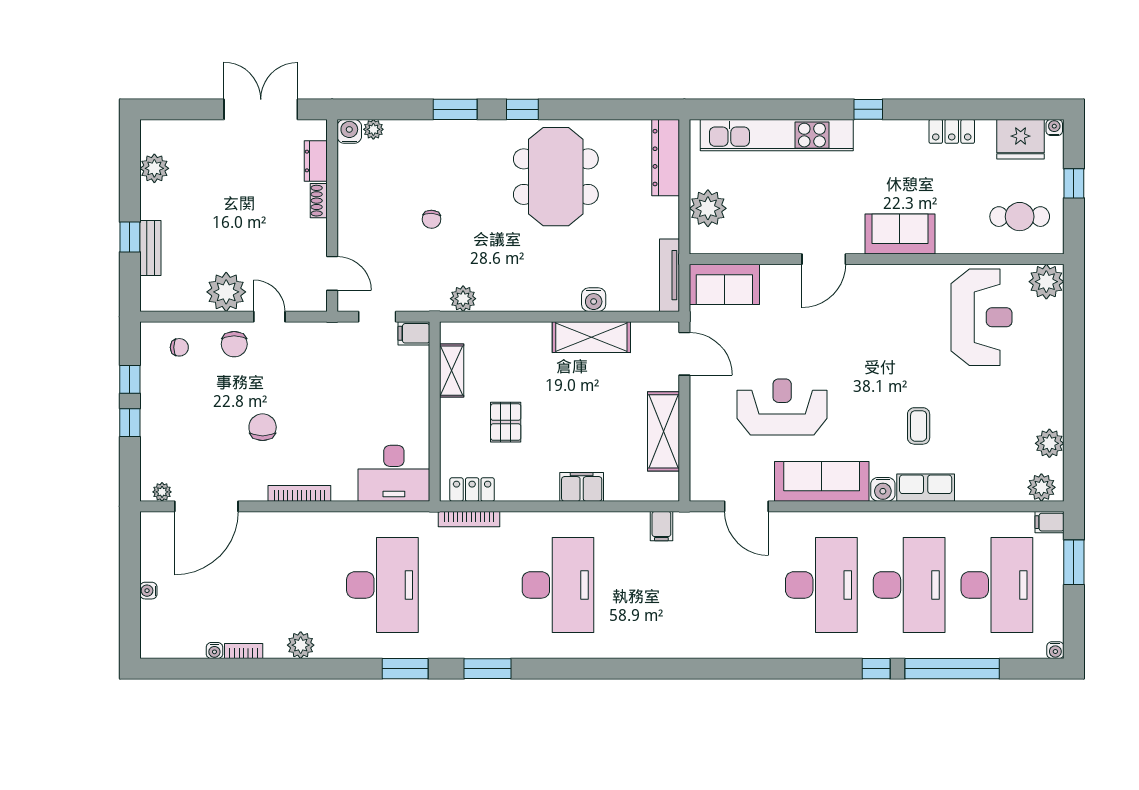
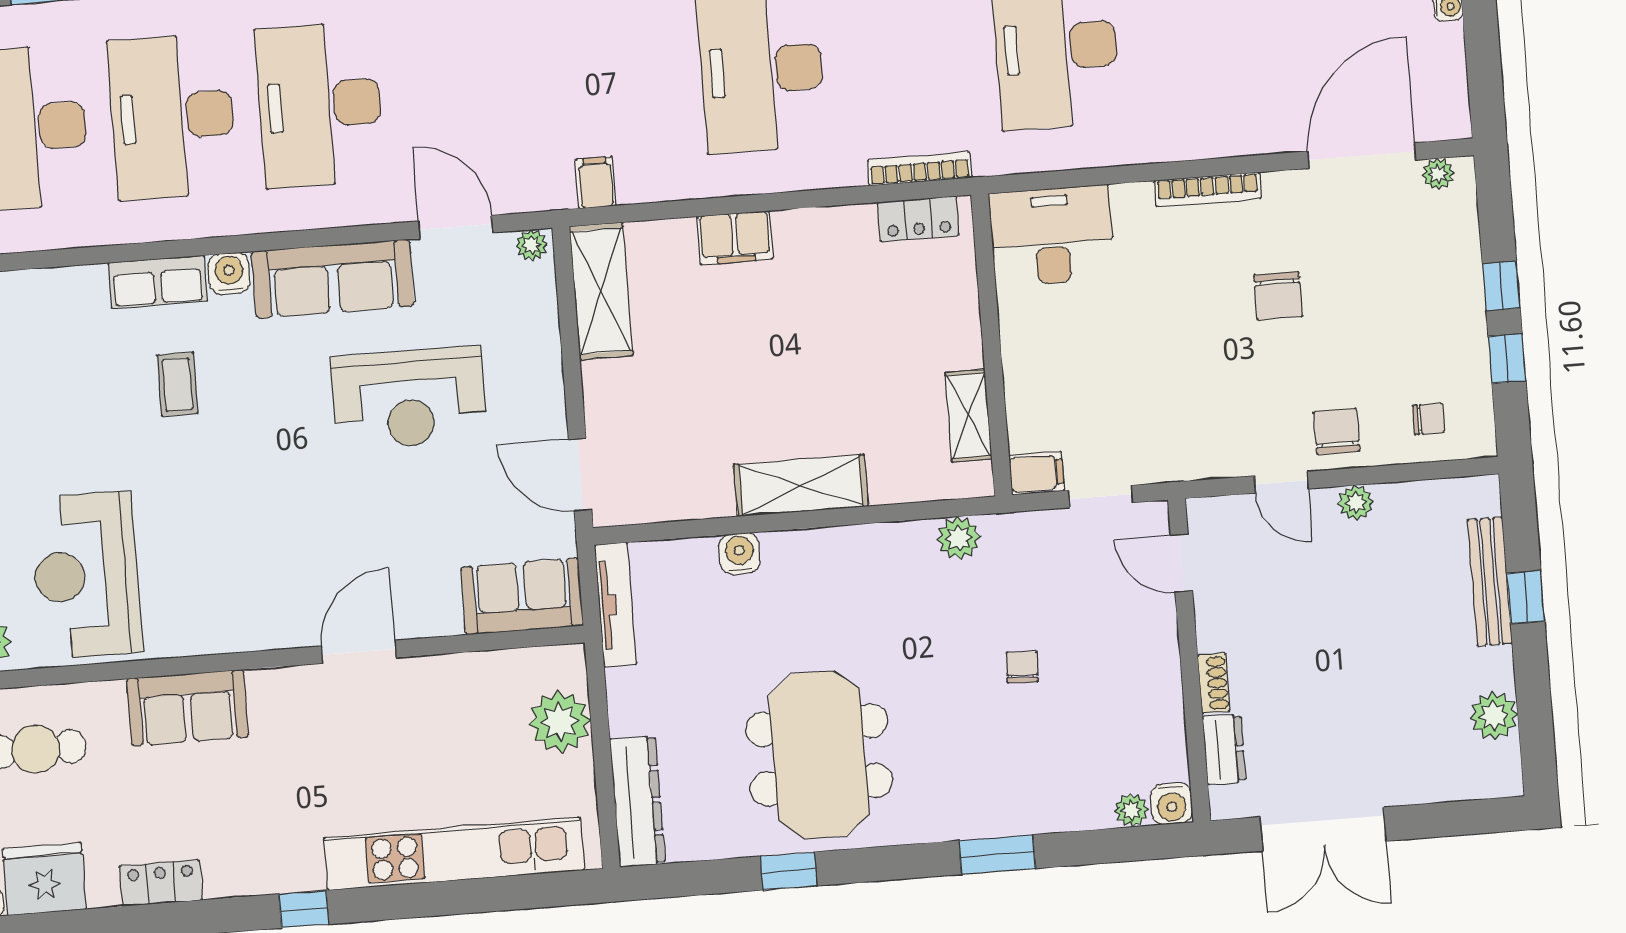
window: (522, 109) -> (789, 871), moved
sofa: (900, 234) -> (188, 708), moved
bench: (150, 248) -> (1490, 582), width x1.36
plant: (226, 292) -> (1356, 503), width x0.53, depth x0.53
shelving: (591, 337) -> (801, 485), moved
chair: (179, 347) -> (1428, 419), turned 180
pallet: (506, 422) -> (871, 337), removed
shelving: (663, 431) -> (601, 291), moved
plant: (702, 492) -> (532, 245), added

